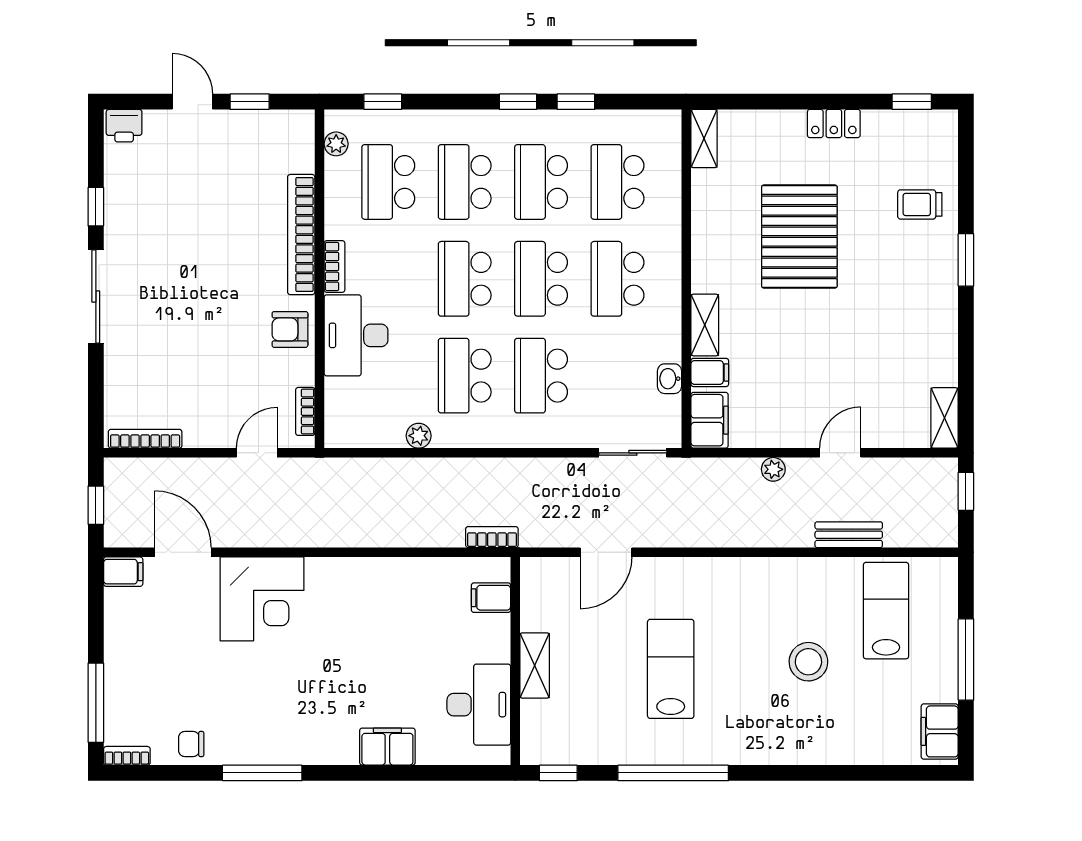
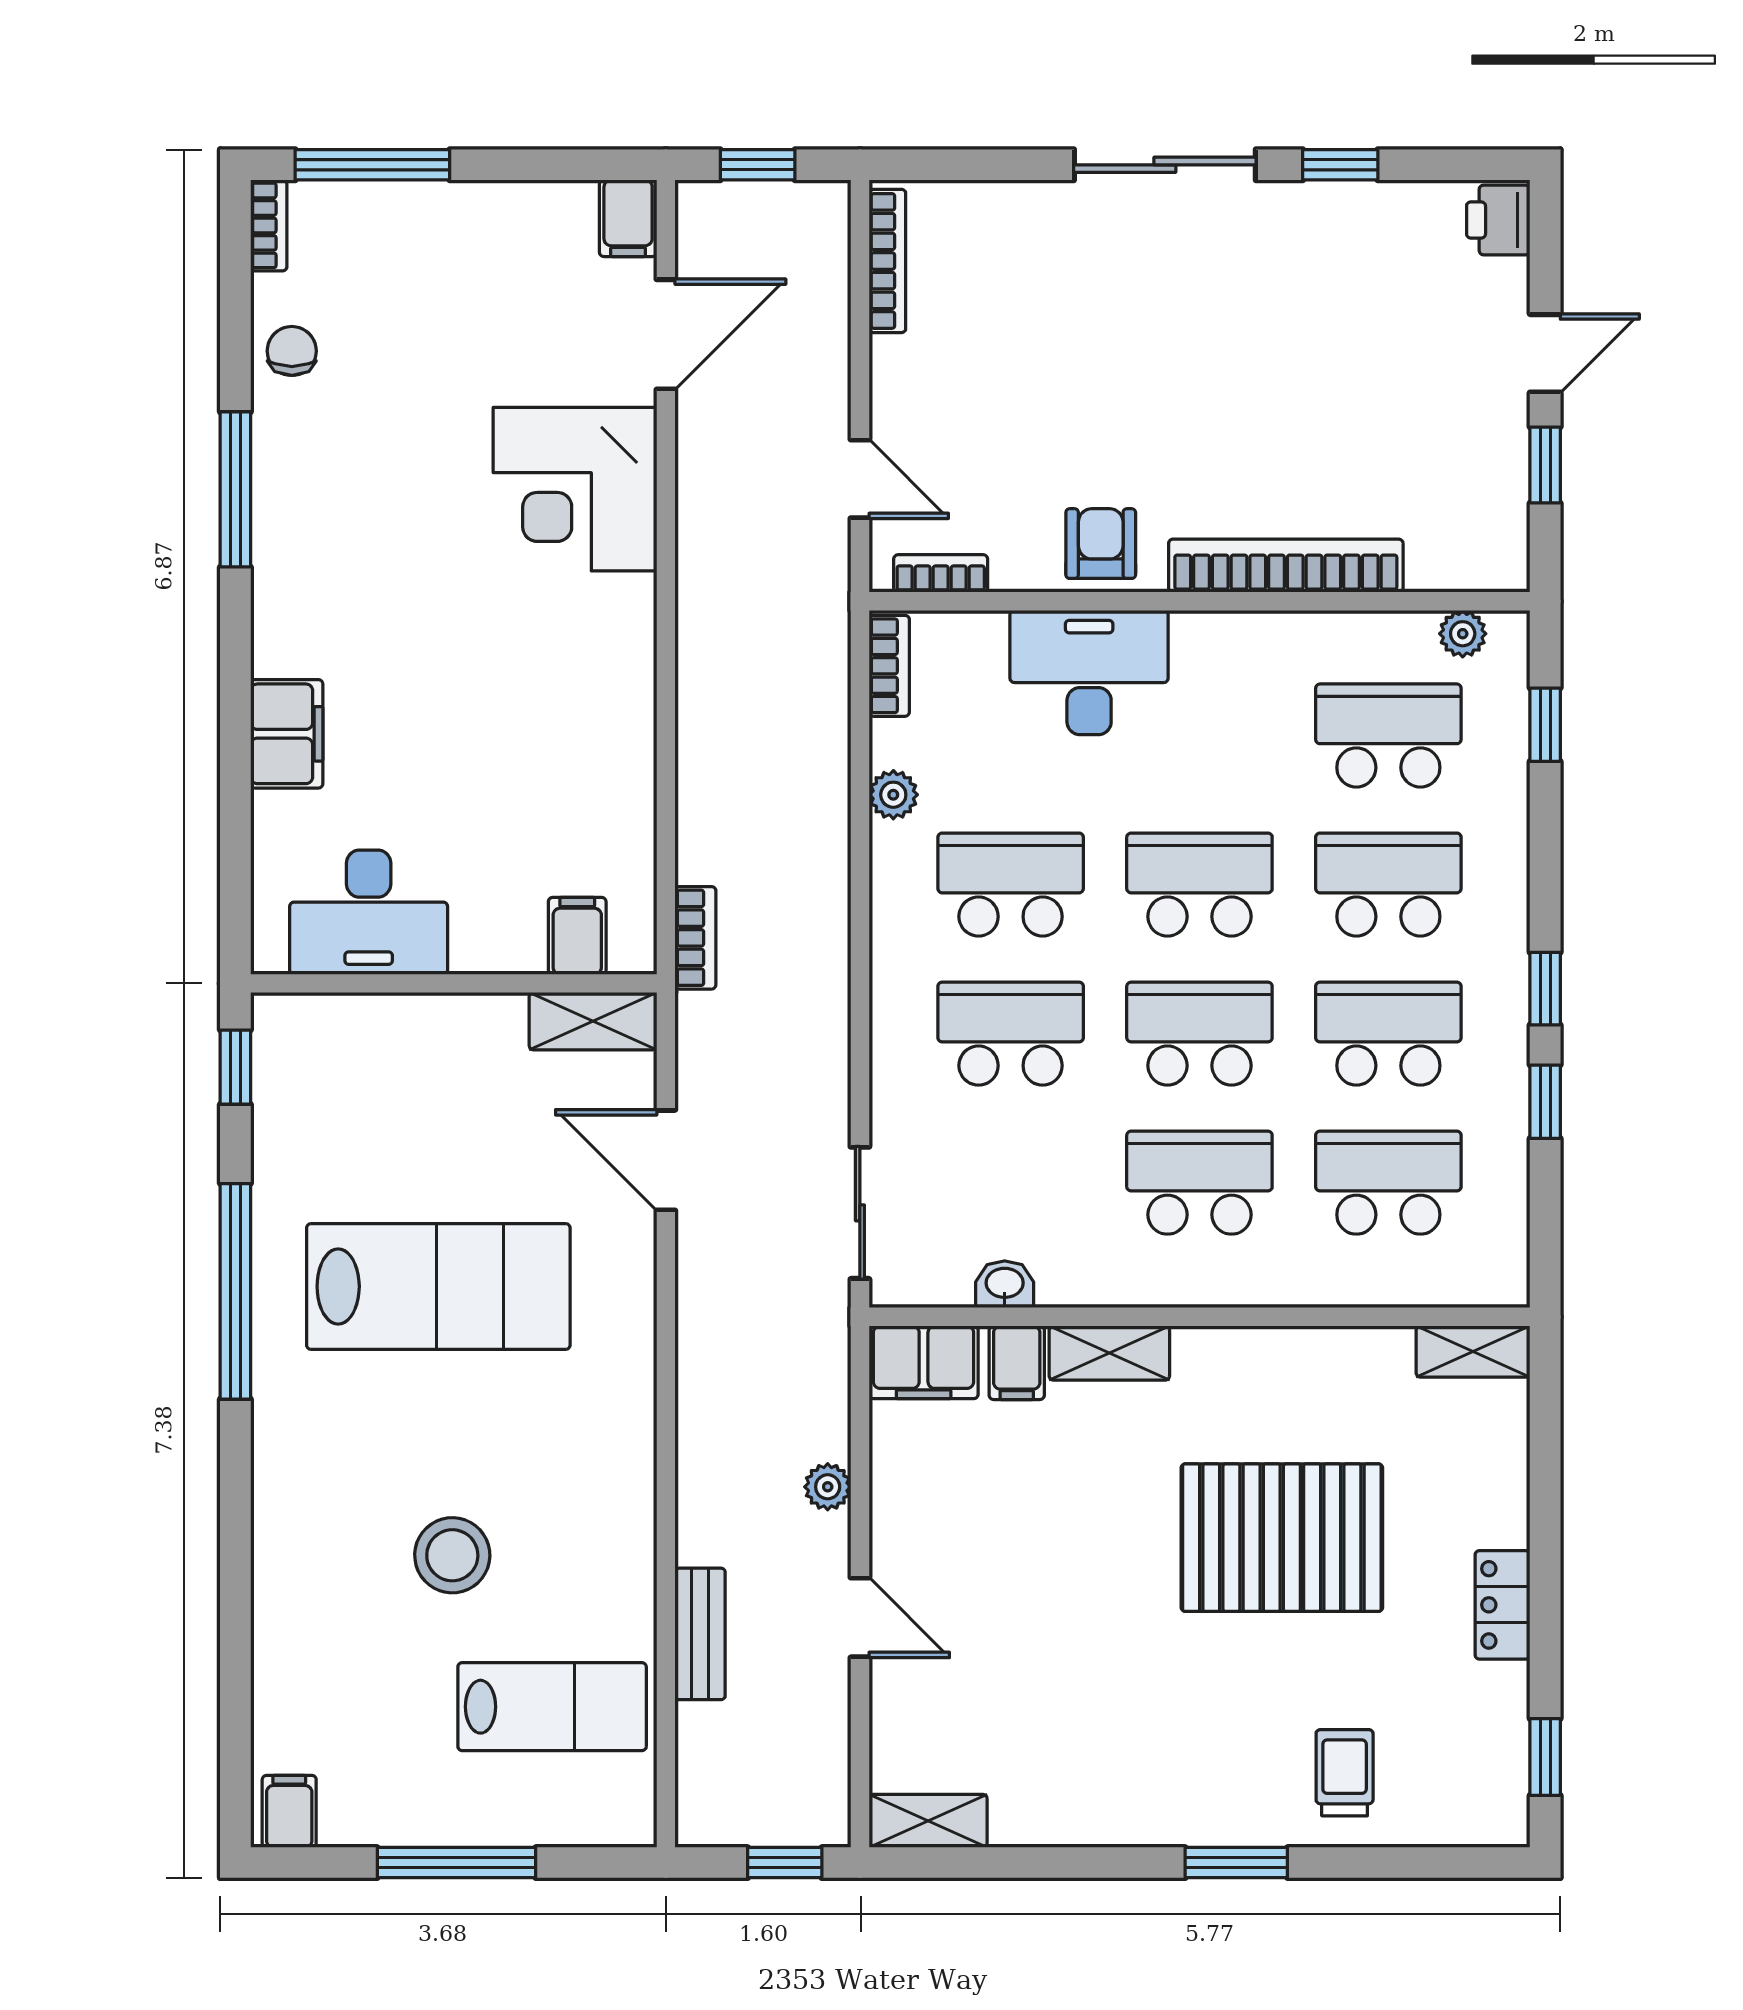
bookcase: (335, 266) -> (889, 666), moved, turned -90
shelving: (535, 665) -> (593, 1021), moved
lab bench: (671, 669) -> (438, 1286), width x1.36, depth x1.39
filing cabinet: (940, 731) -> (289, 1811), width x0.50

